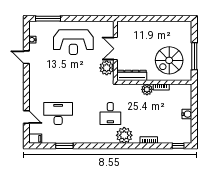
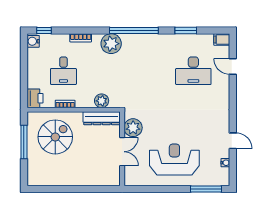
plant: (147, 89) -> (102, 101), moved
printer: (185, 91) -> (35, 98), added
desk: (110, 114) -> (63, 71), moved, turned 180
water cooler: (187, 114) -> (33, 41), moved
window: (106, 146) -> (134, 30), added

